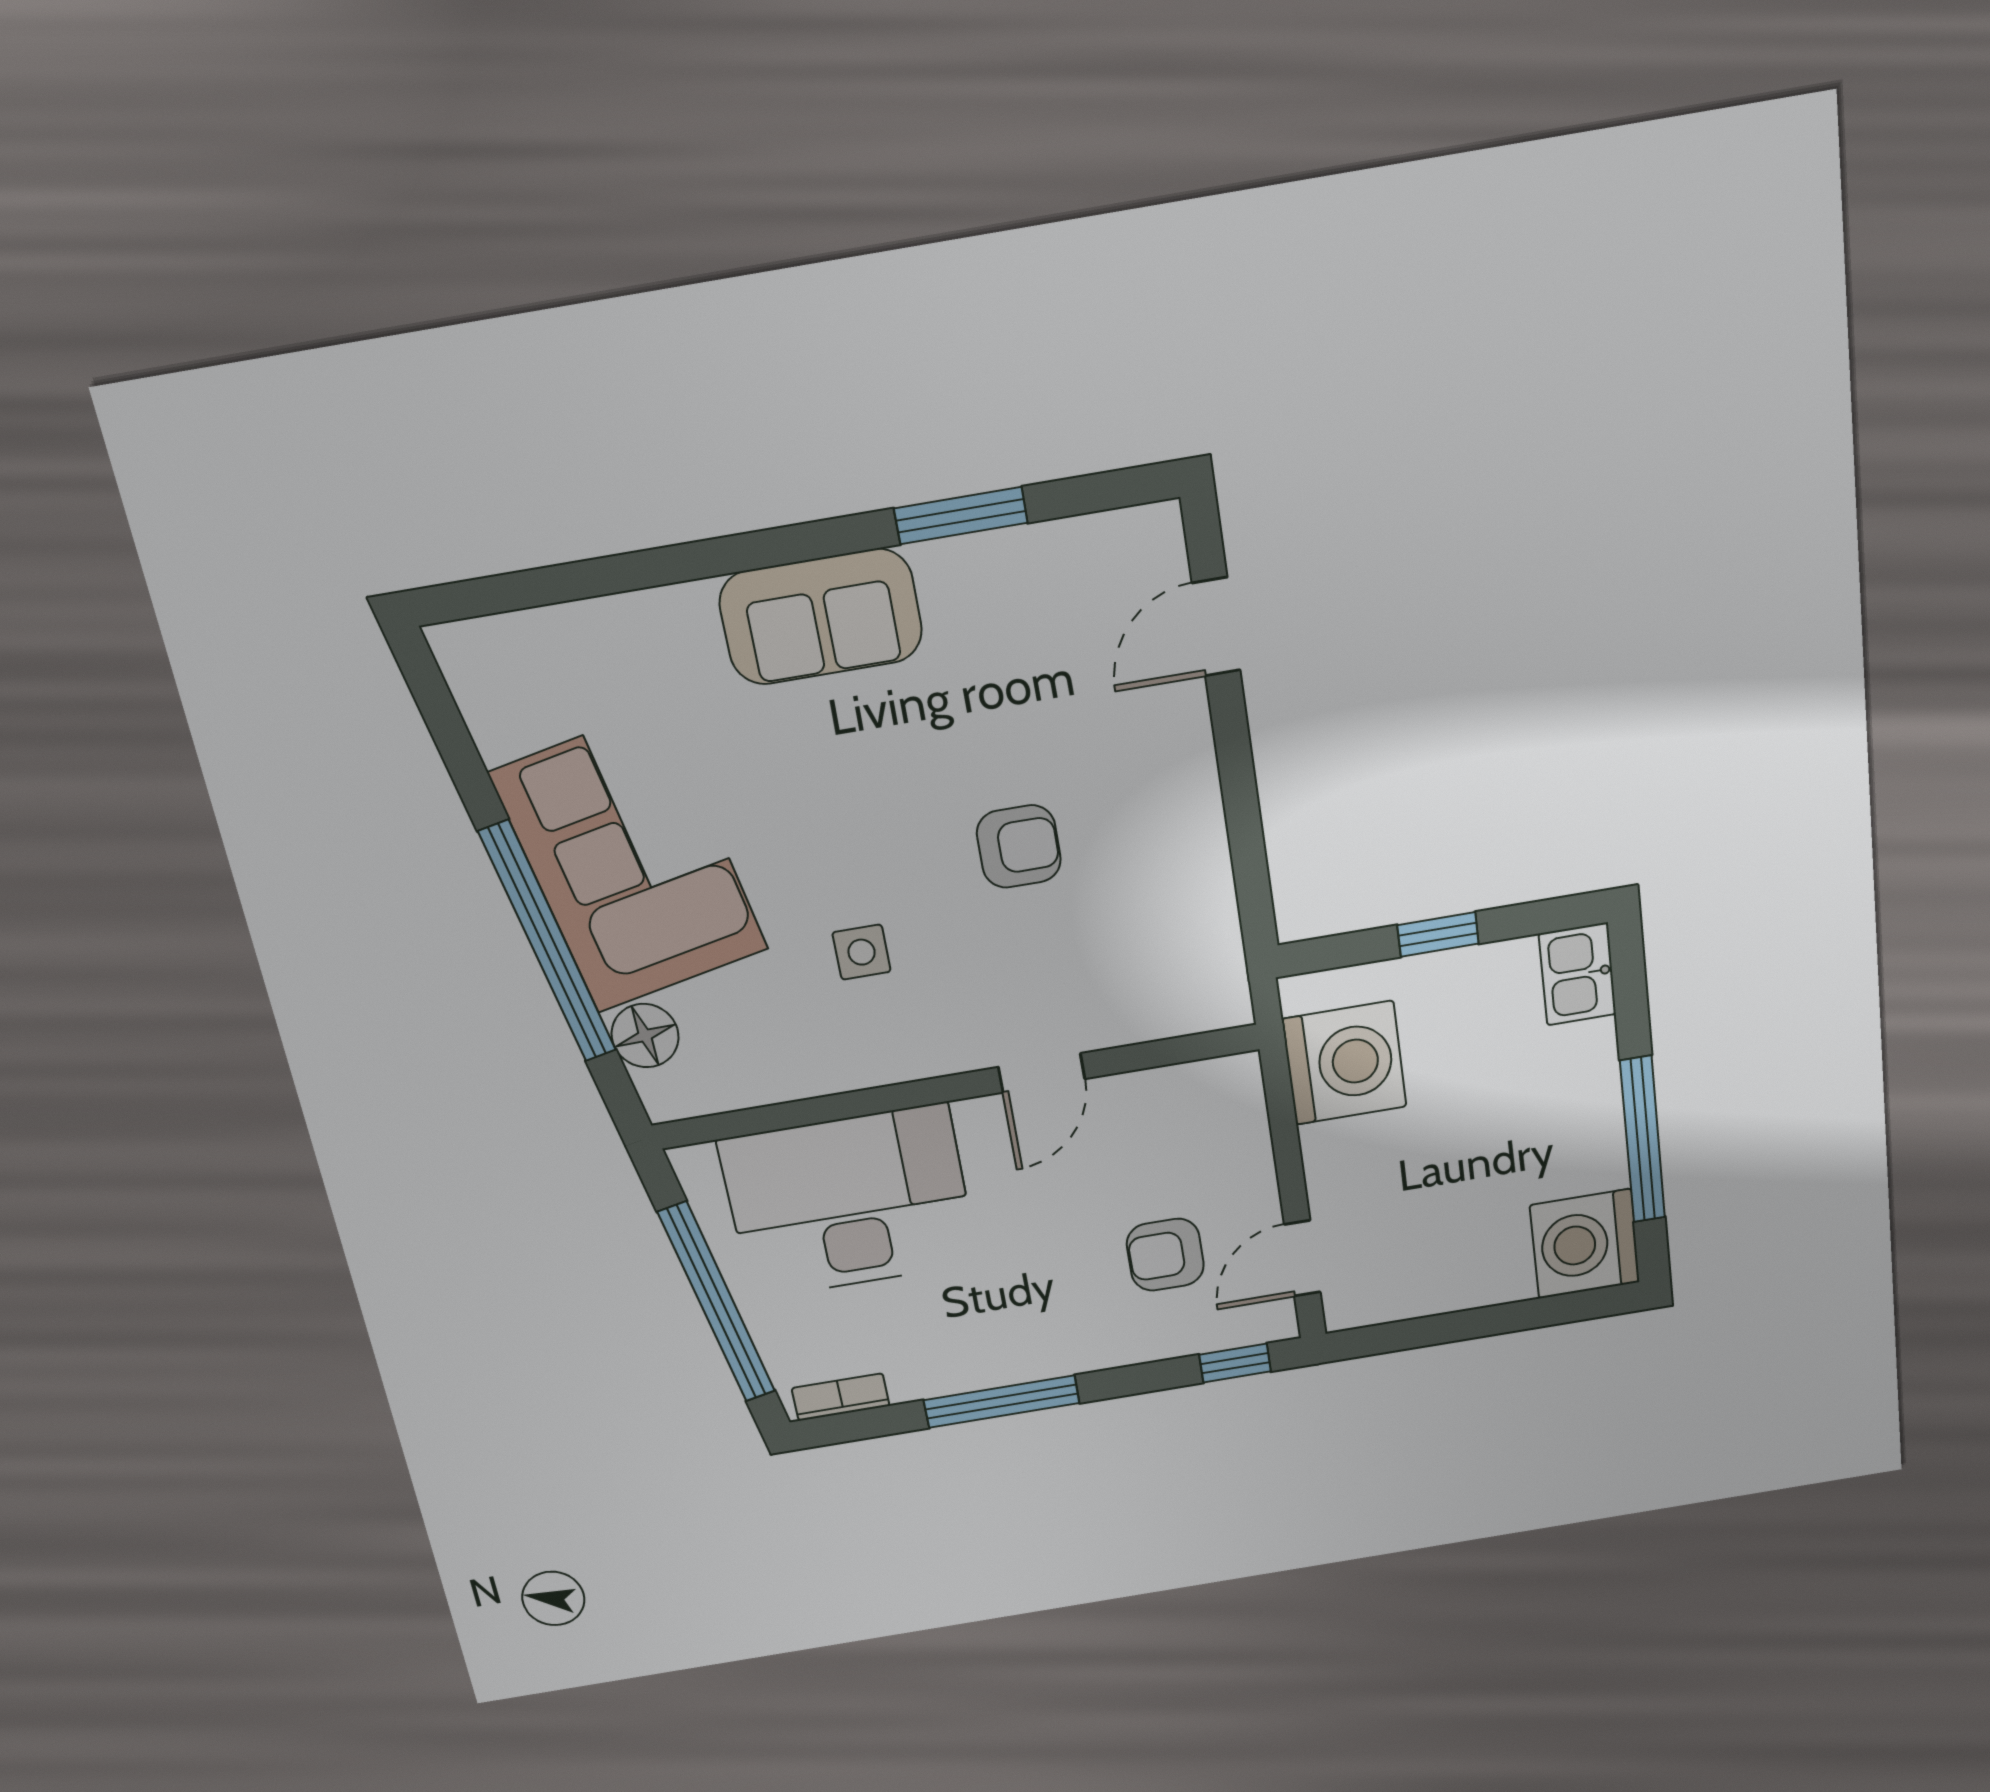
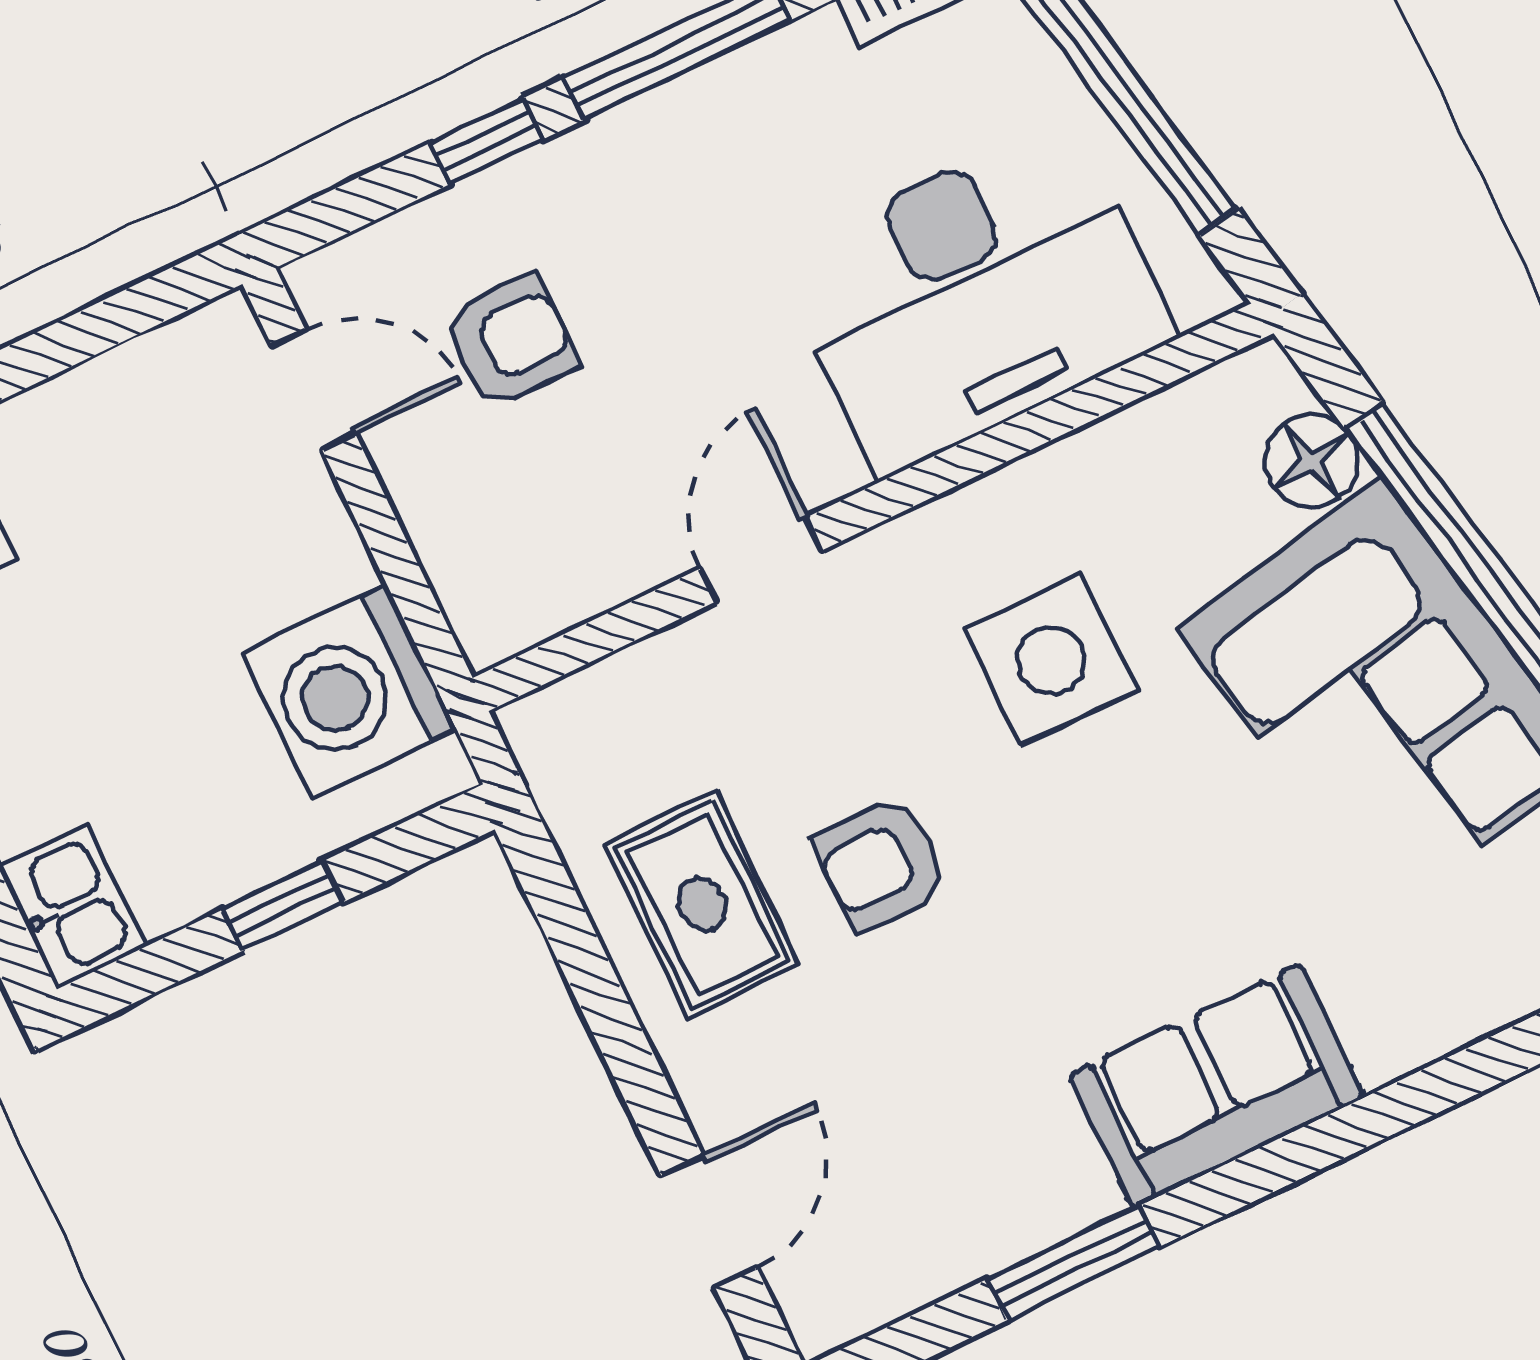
rug: (1152, 854) -> (702, 904), added
side table: (862, 952) -> (1051, 660), width x1.87, depth x1.87
door: (1302, 1258) -> (314, 390), hinge flipped
window: (1235, 1363) -> (487, 141), moved

